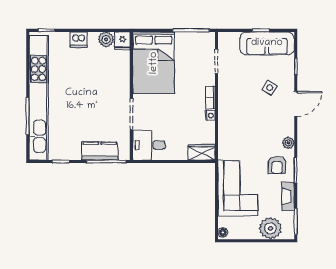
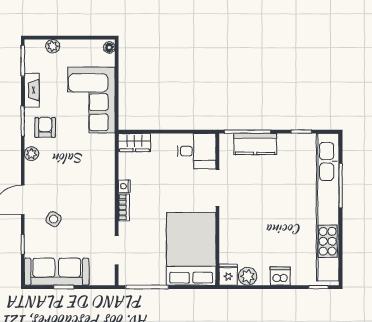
plant: (270, 228) -> (53, 46), width x0.53, depth x0.53

